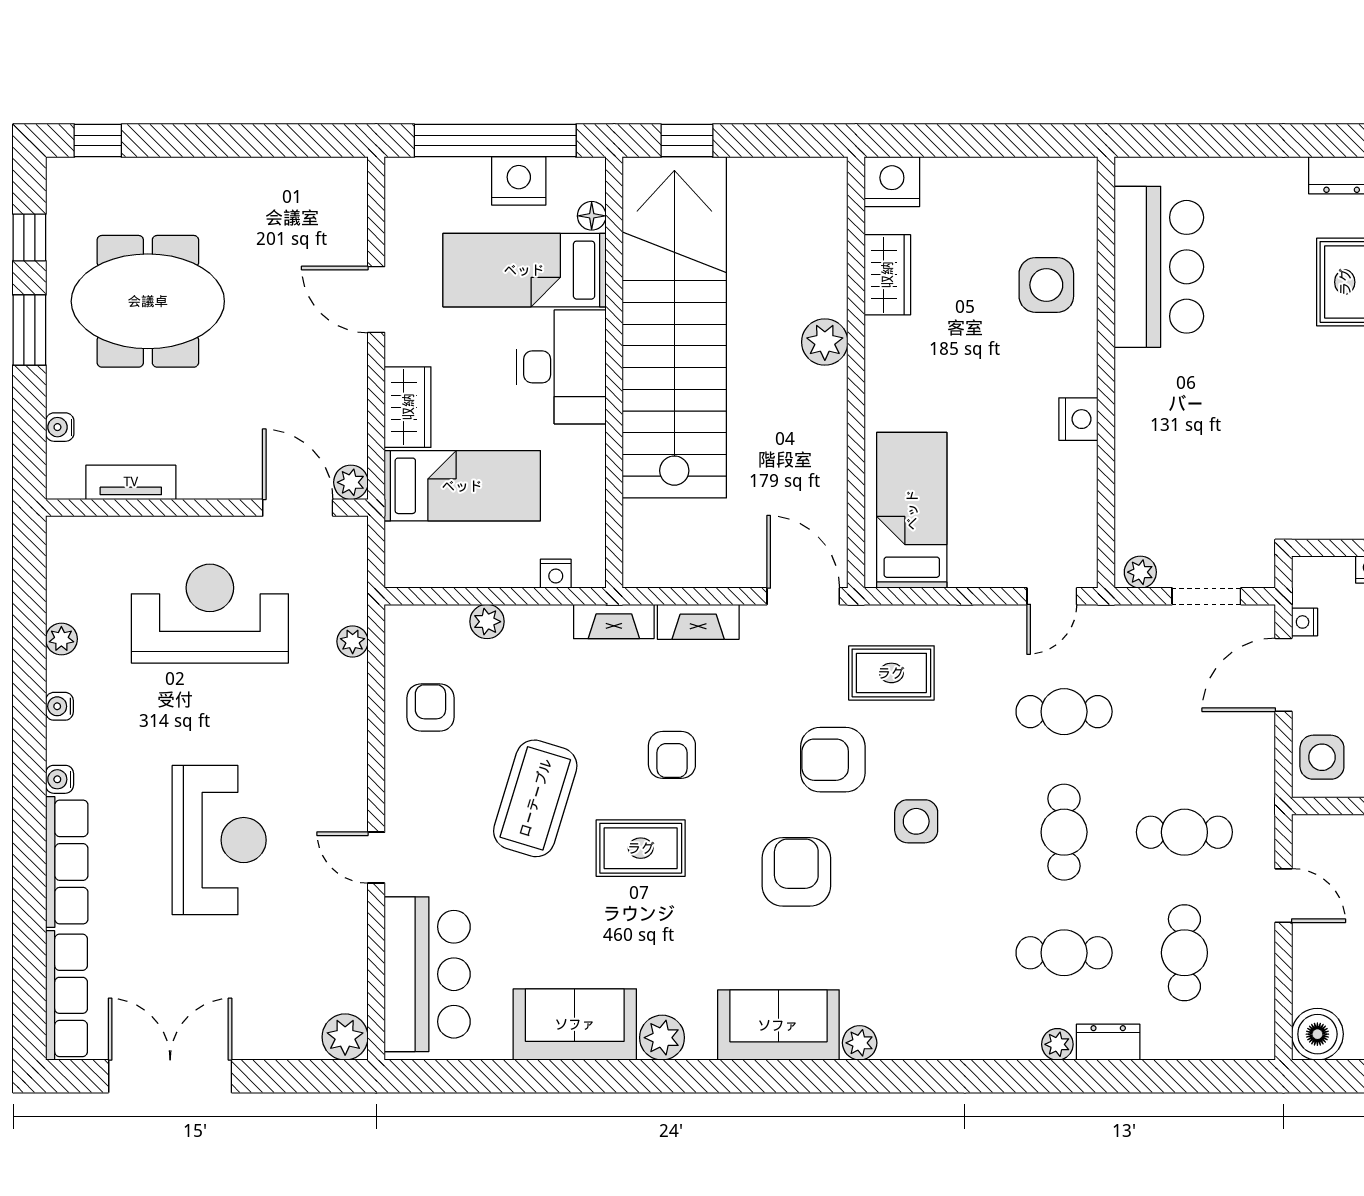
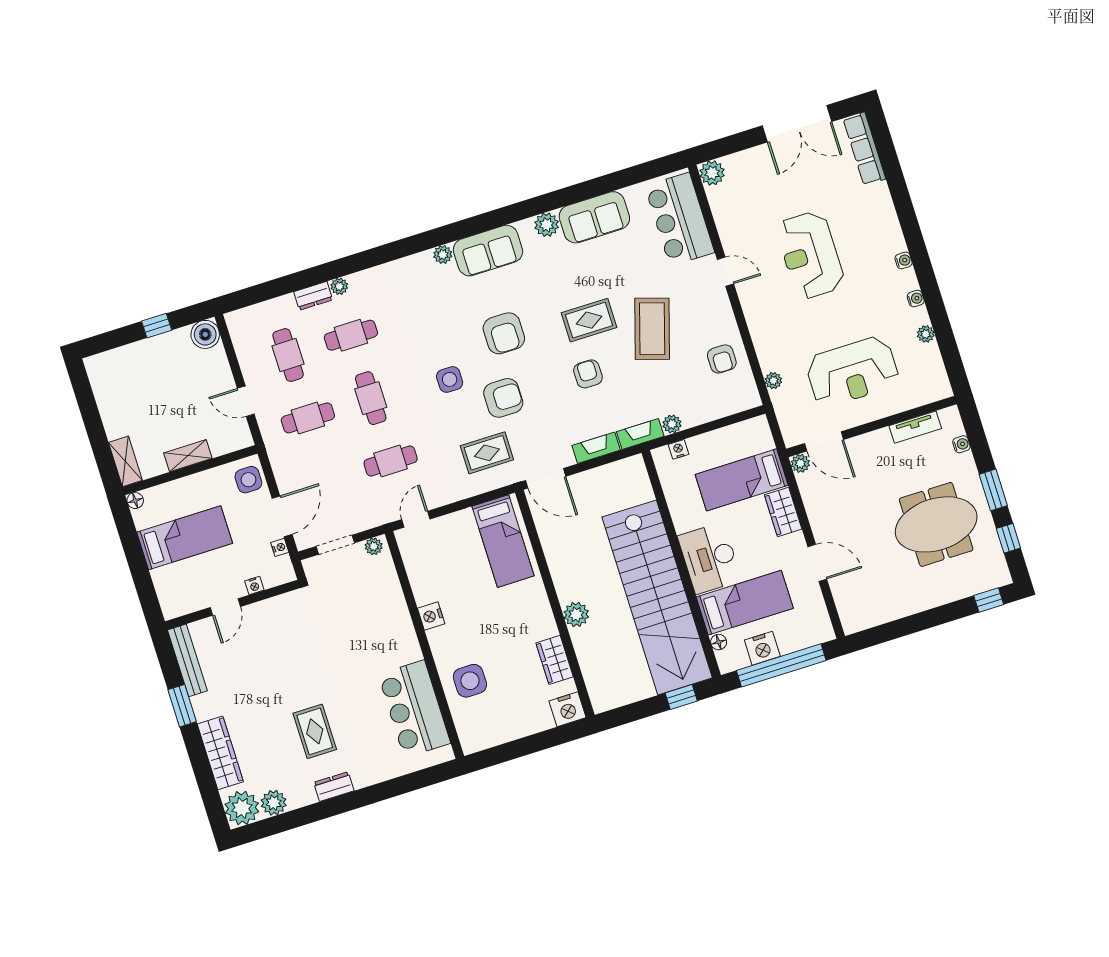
plant: (487, 622) -> (672, 424), moved
row of seats: (67, 862) -> (886, 218), removed

